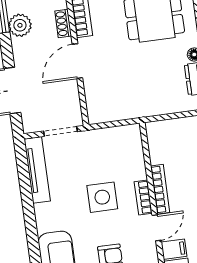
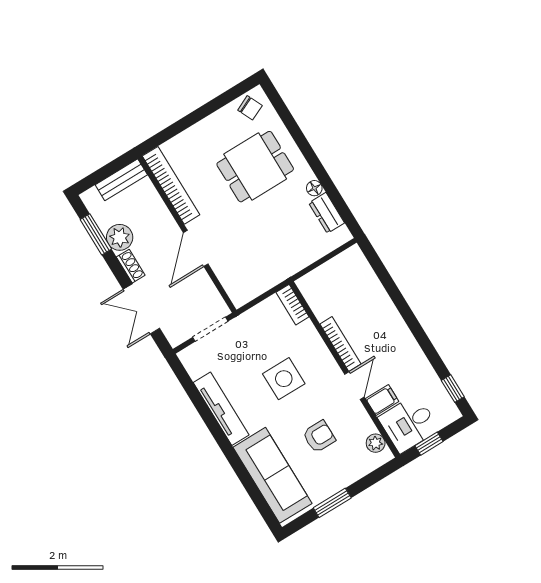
shoe rack: (63, 24) -> (131, 266), moved, turned 180
tv unit: (37, 170) -> (221, 409), moved
bookcase: (143, 197) -> (292, 305), moved

